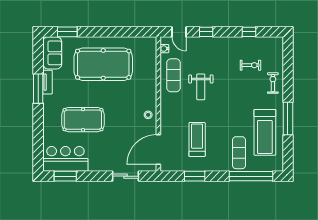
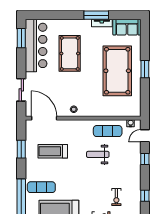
window: (67, 32) -> (145, 69), moved
treadmill: (197, 139) -> (53, 151), turned 180
bar counter: (65, 159) -> (36, 45), width x1.36

